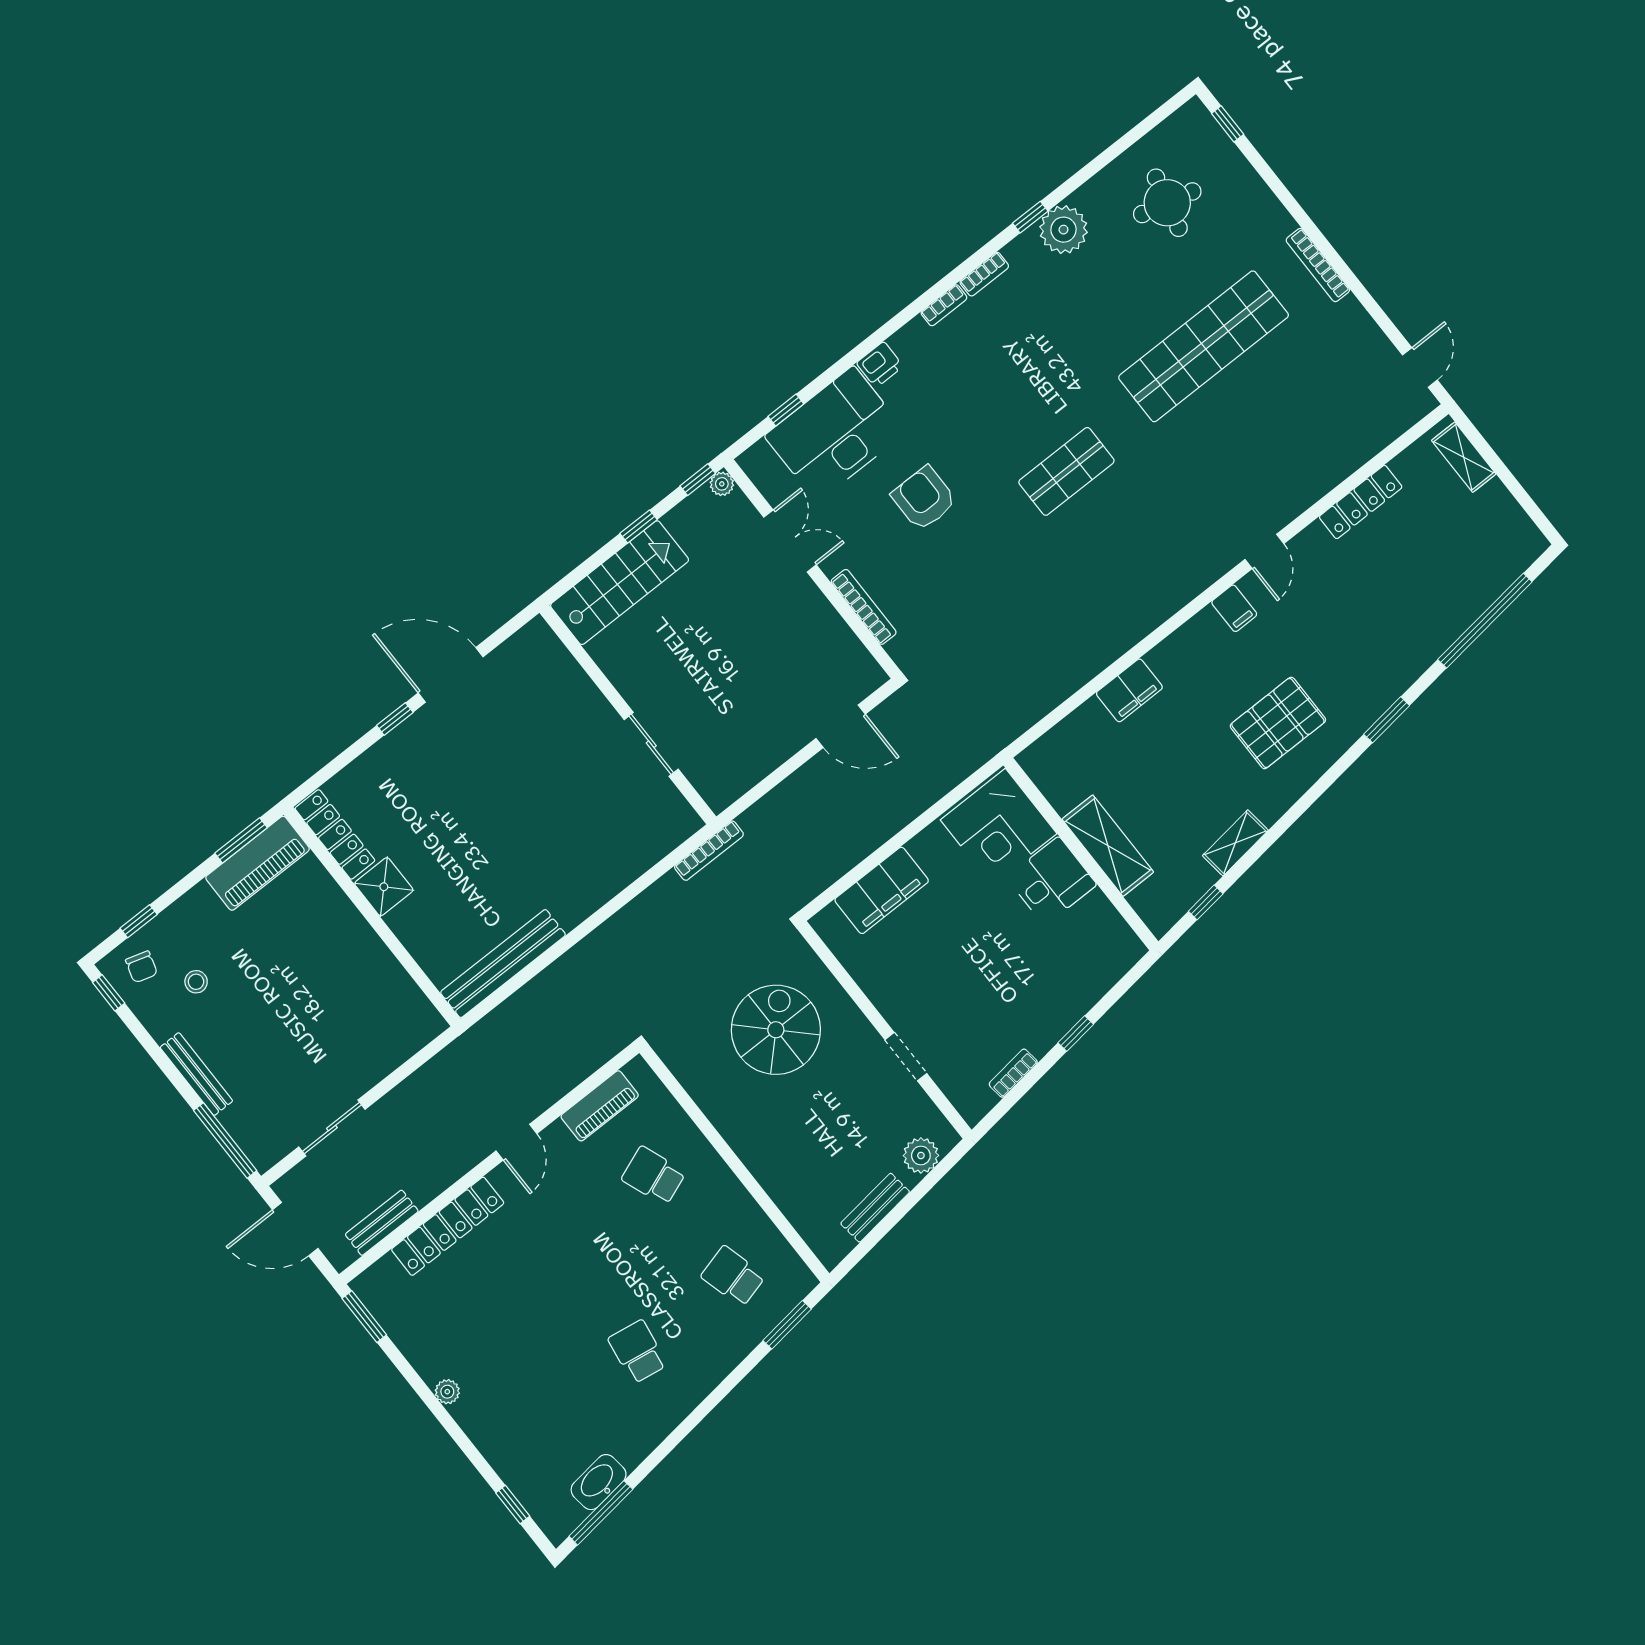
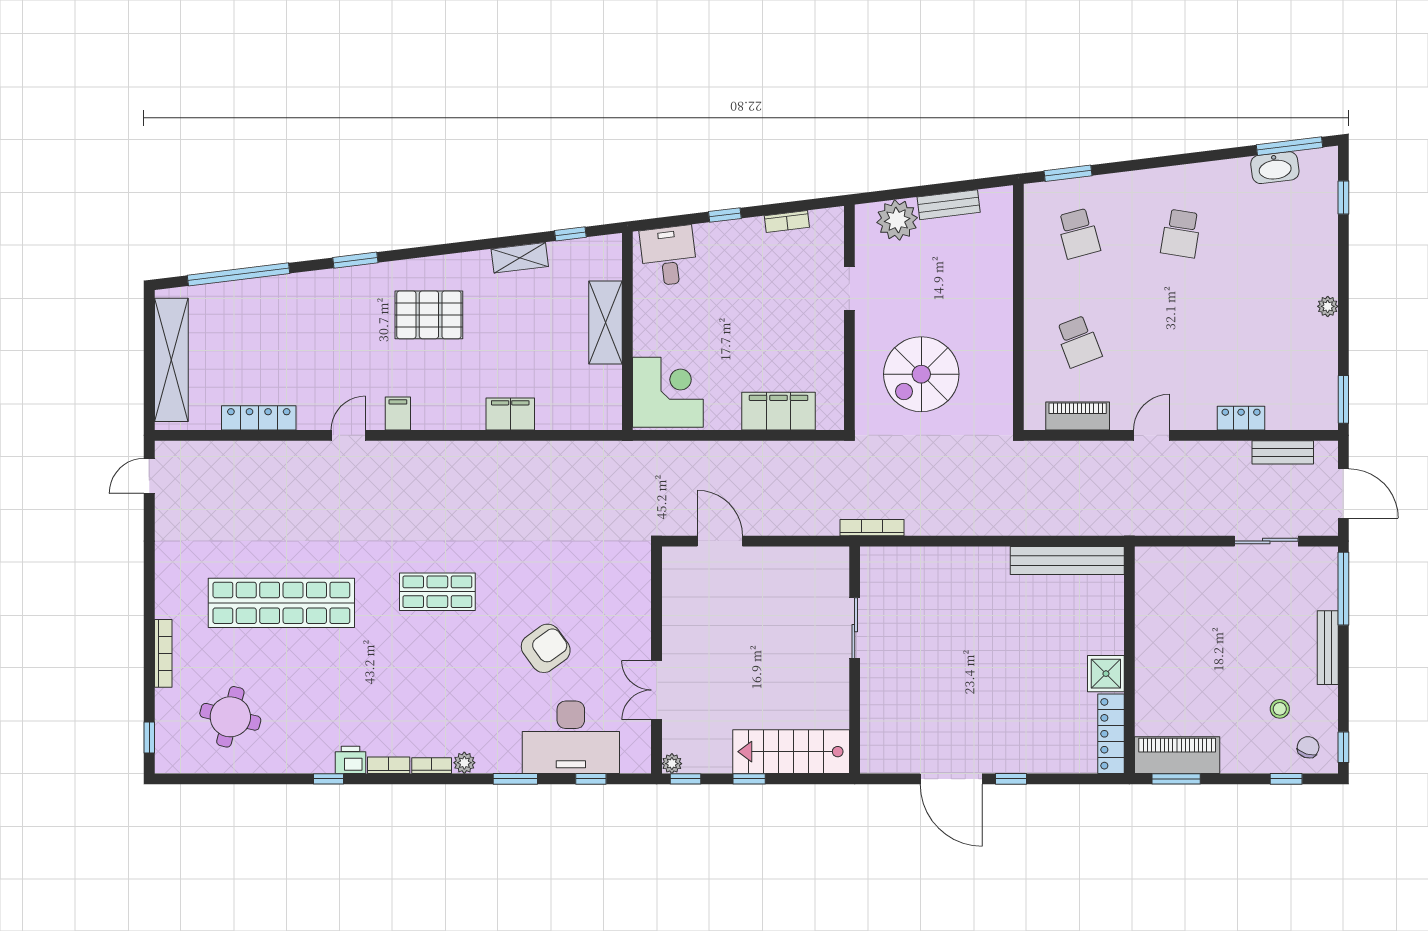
plant: (1063, 230) -> (464, 763), moved, width x0.53, depth x0.53
bookcase: (1318, 265) -> (163, 653), moved
window: (856, 354) -> (515, 779), added
printer: (880, 365) -> (351, 760), moved
shelving: (1464, 457) -> (171, 360), width x2.20, depth x1.33
armchair: (924, 498) -> (546, 648), turned -126
bookcase: (864, 607) -> (642, 608), removed
desk: (1052, 881) -> (669, 256), moved, turned 83
plant: (921, 1155) -> (897, 220), width x1.36, depth x1.36
locker: (448, 1226) -> (1241, 418), width x0.46, depth x0.83

